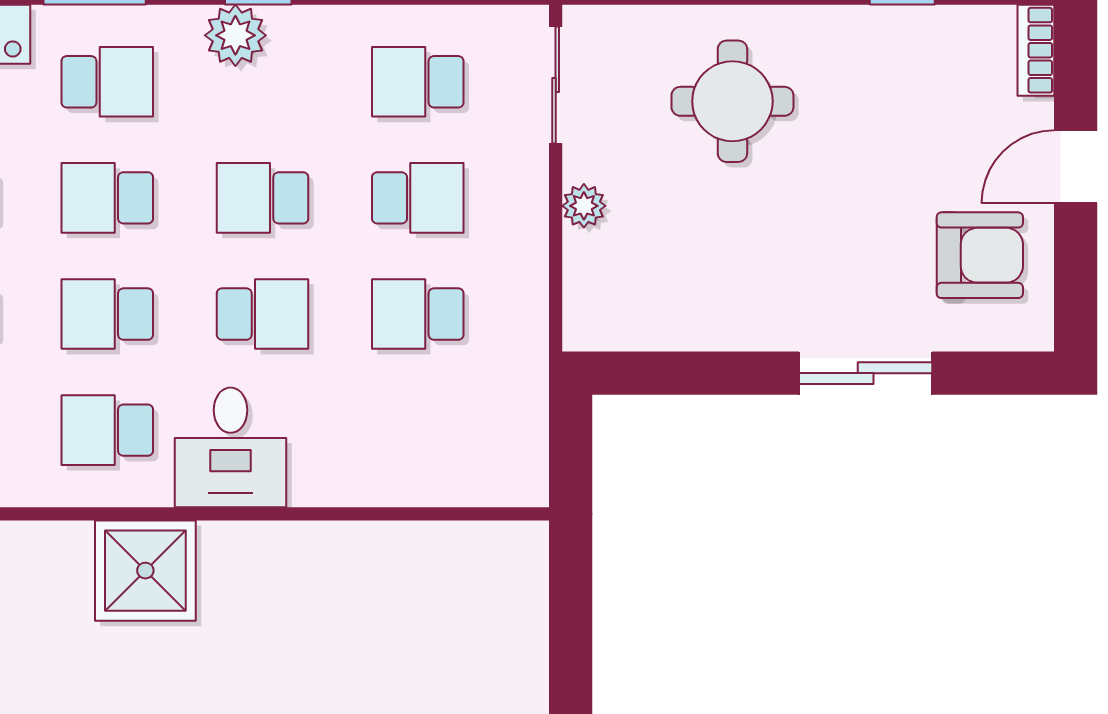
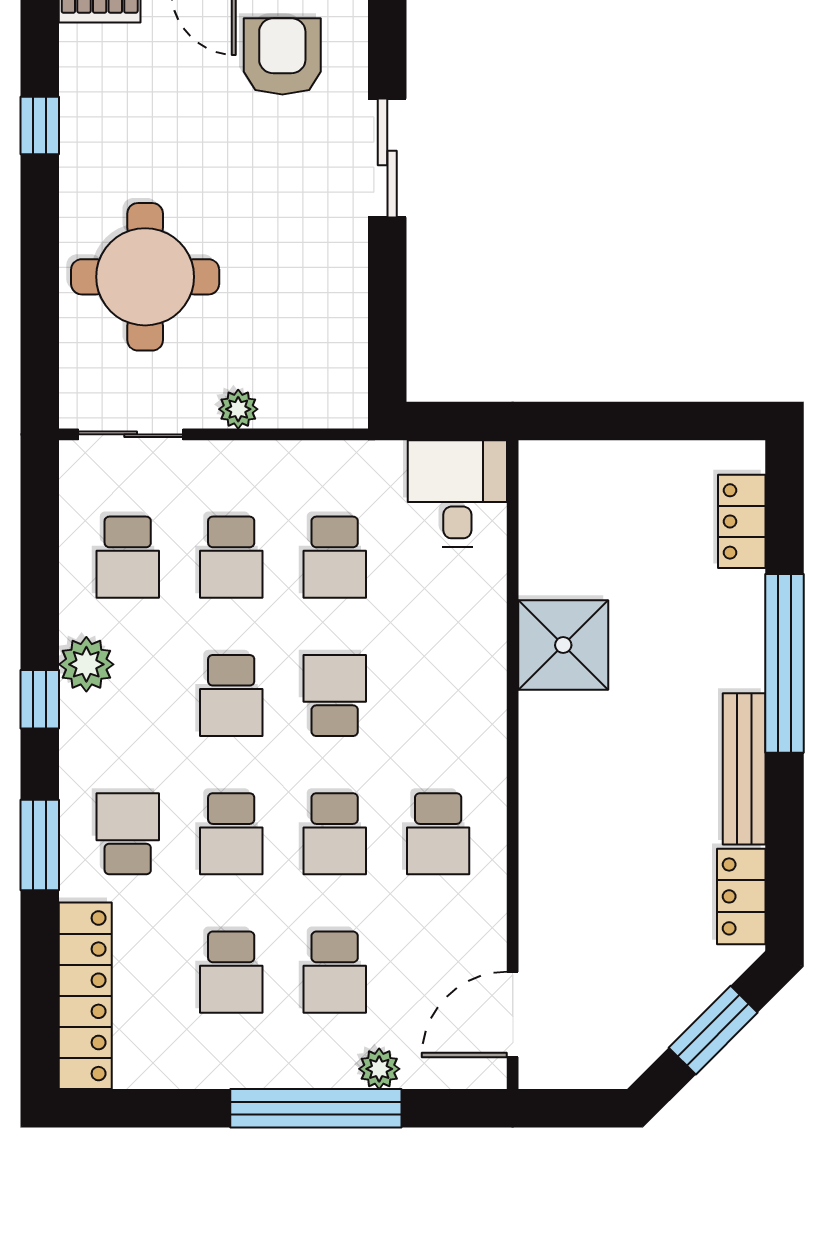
plant: (235, 35) -> (86, 664), moved
round table: (732, 101) -> (145, 277), width x1.36, depth x1.36
school desk: (418, 198) -> (231, 557), turned 180
desk: (231, 447) -> (457, 494), moved, turned -90
shower: (145, 571) -> (563, 645), moved

